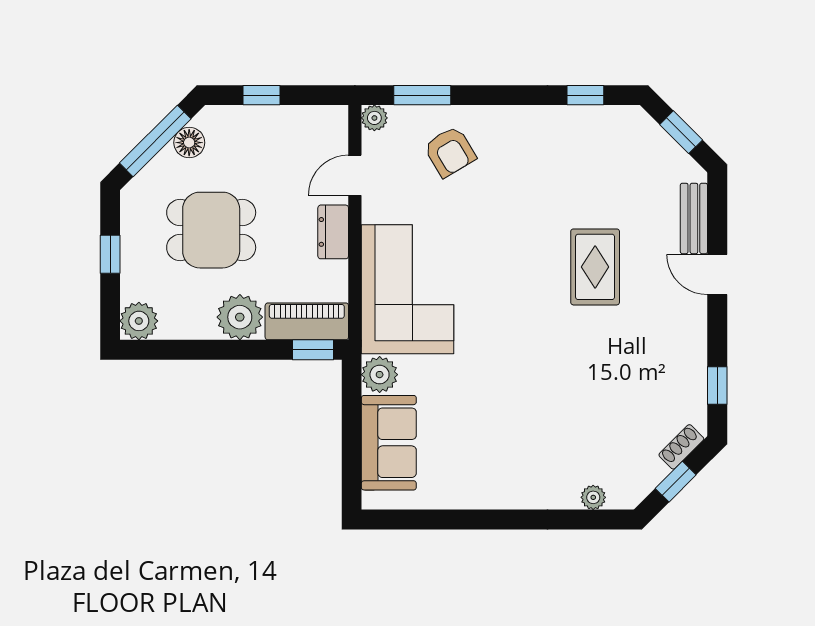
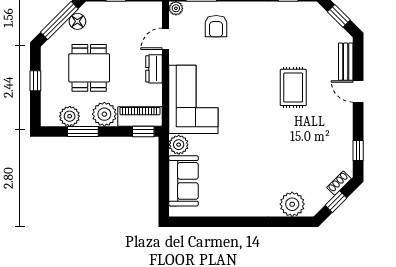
armchair: (450, 152) -> (216, 26), turned 31
dining table: (211, 230) -> (89, 68), turned 90
plant: (139, 321) -> (70, 116), moved
window: (199, 350) -> (83, 131), added
plant: (593, 497) -> (292, 204), width x1.88, depth x1.88

